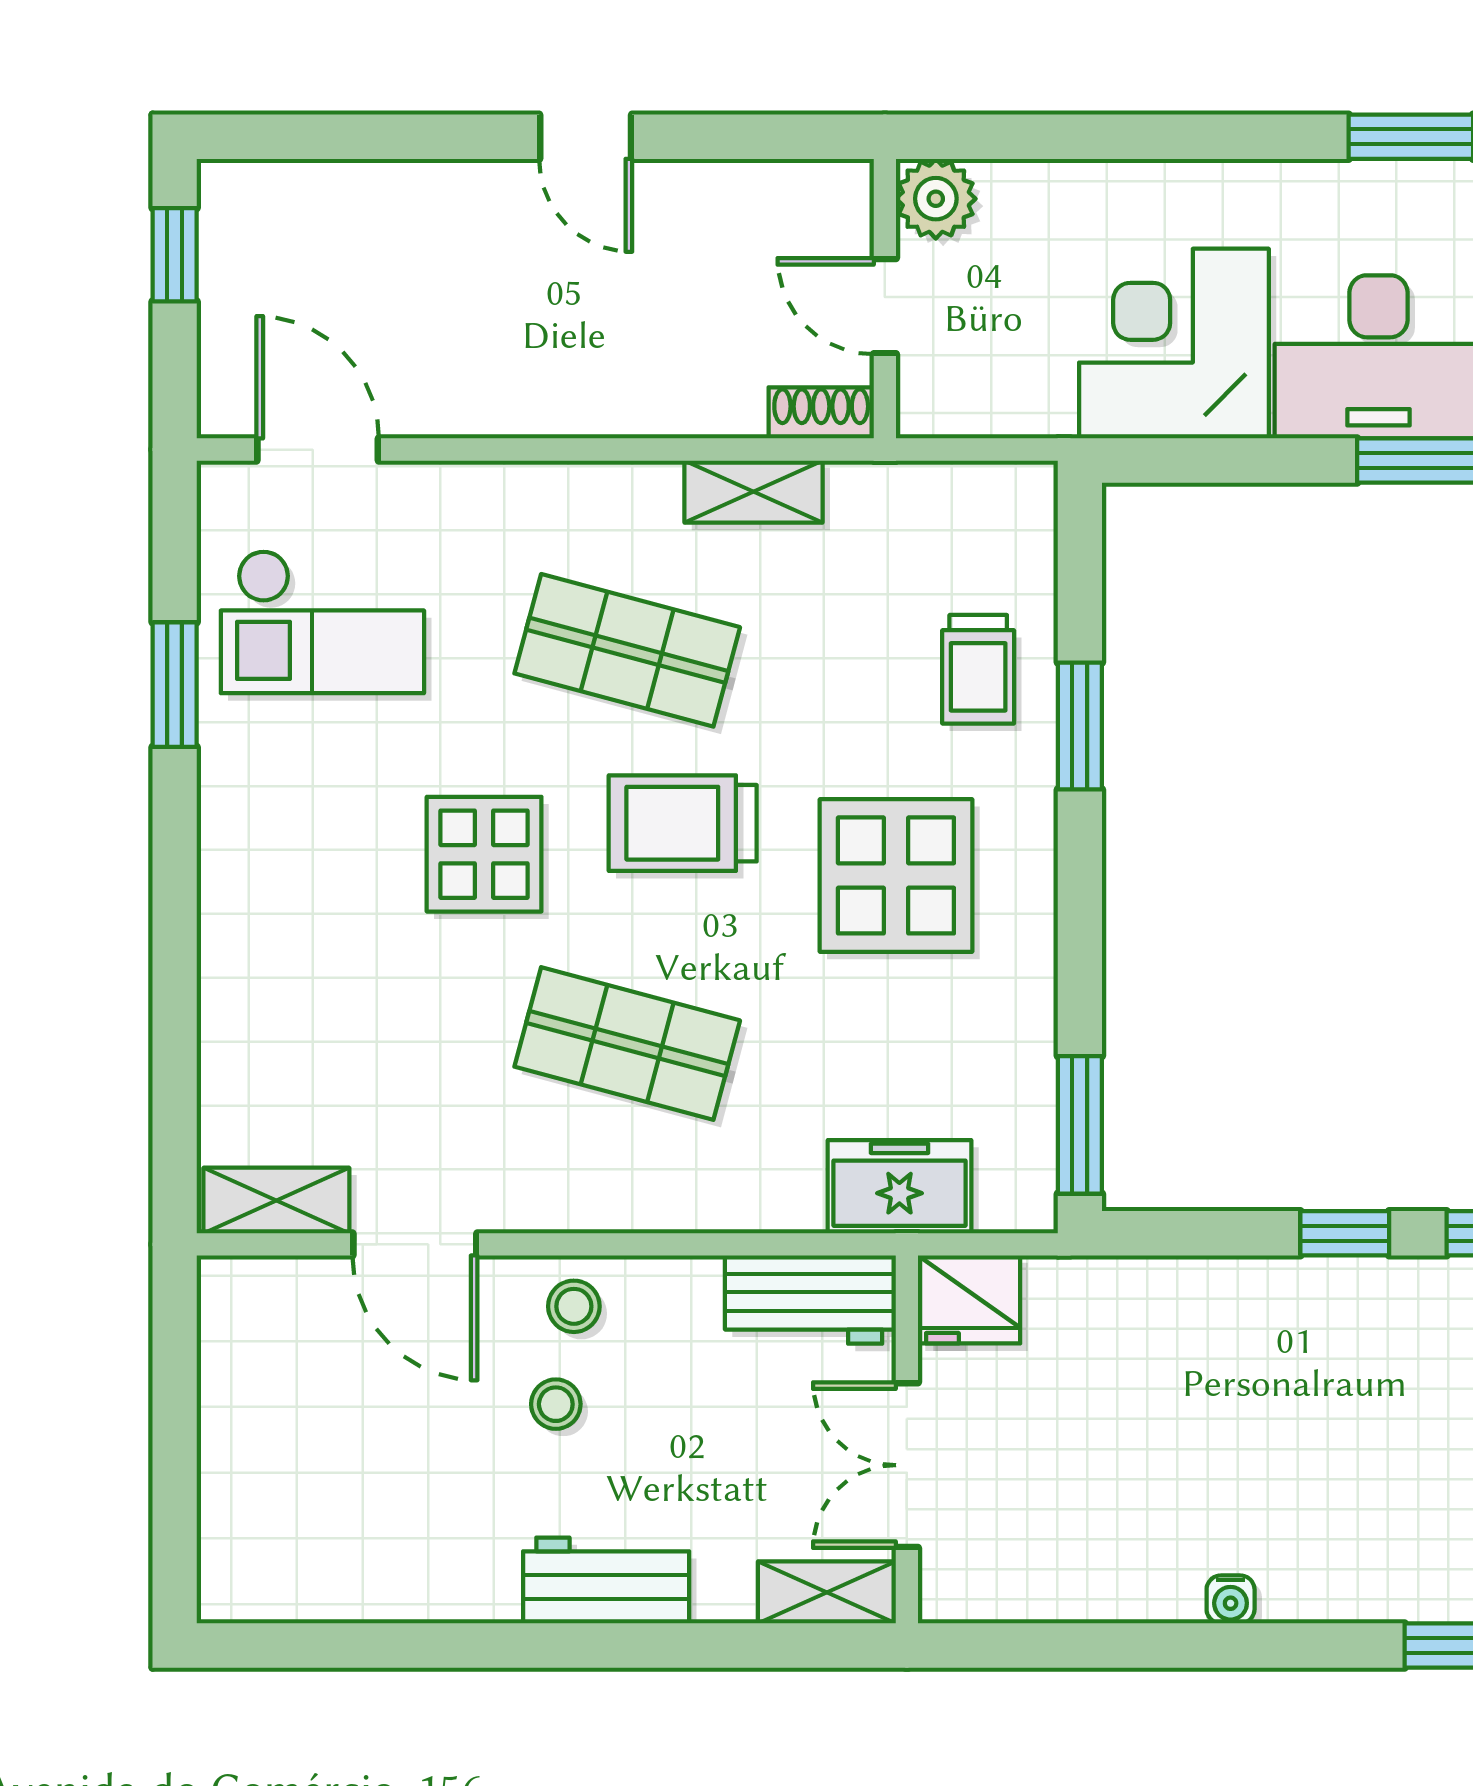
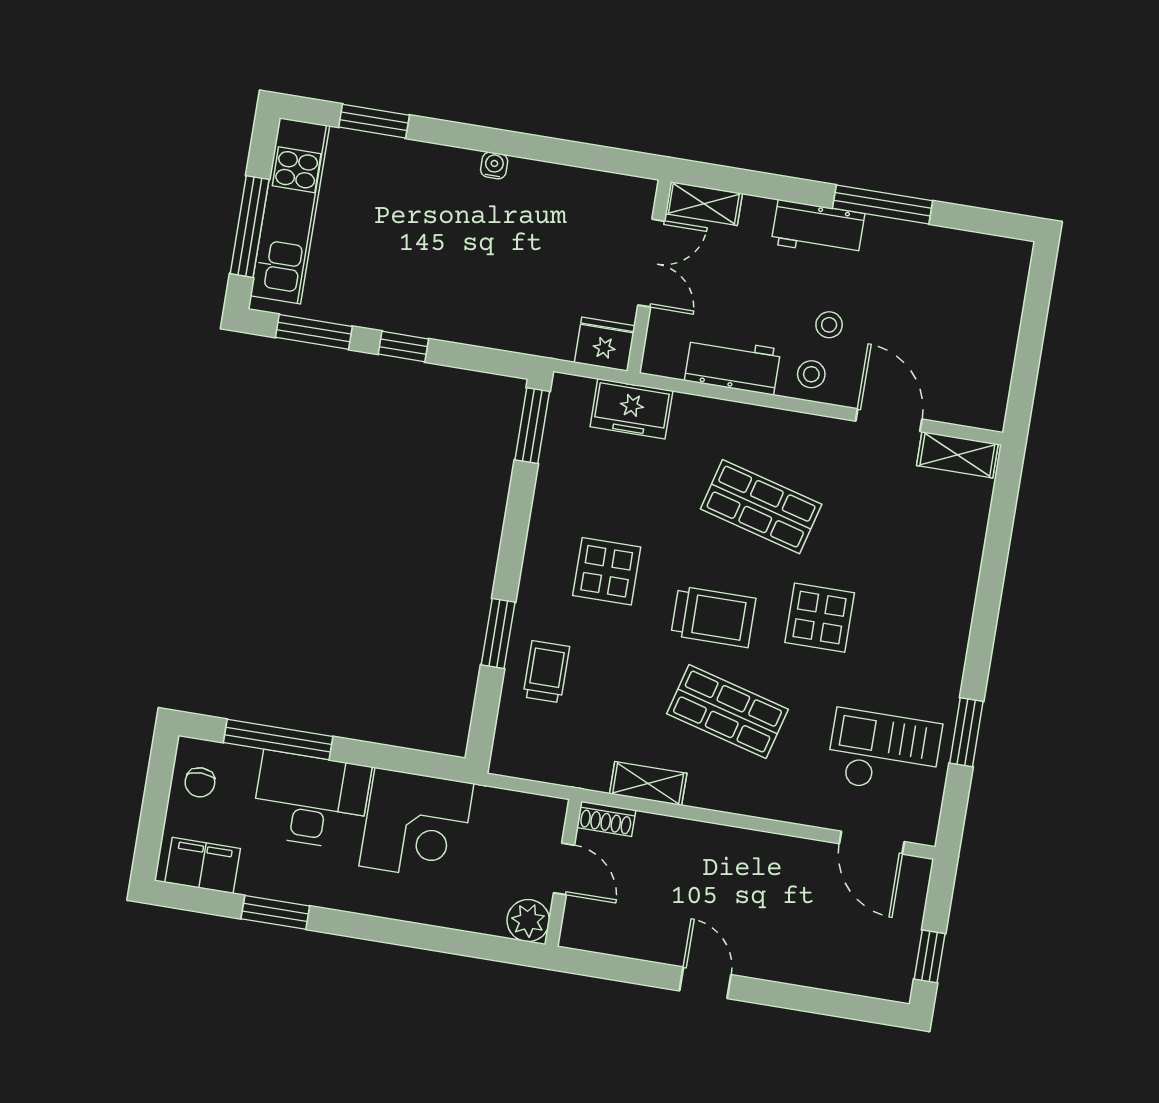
display table: (896, 875) -> (607, 571), width x0.73, depth x0.73
workbench: (810, 1300) -> (733, 365), moved
window: (493, 1645) -> (883, 204), added

